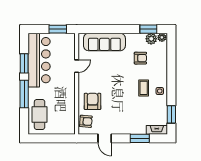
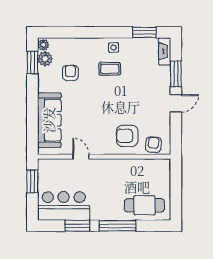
bar counter: (39, 60) -> (64, 206), width x0.73
door: (105, 138) -> (176, 103), moved

